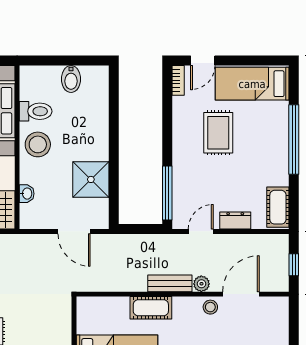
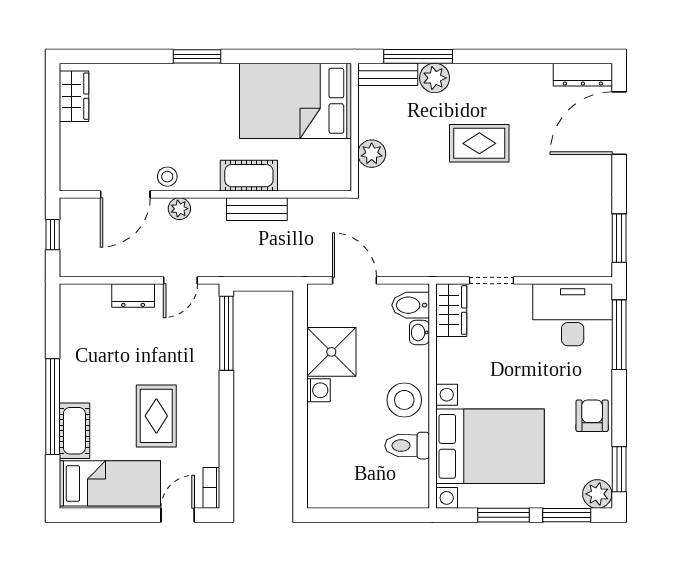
bidet: (71, 79) -> (411, 305), moved, turned -90
washing machine: (100, 152) -> (318, 390), added
cot: (278, 207) -> (74, 431), moved
bench: (170, 283) -> (257, 209), moved
plant: (61, 324) -> (372, 154), added

